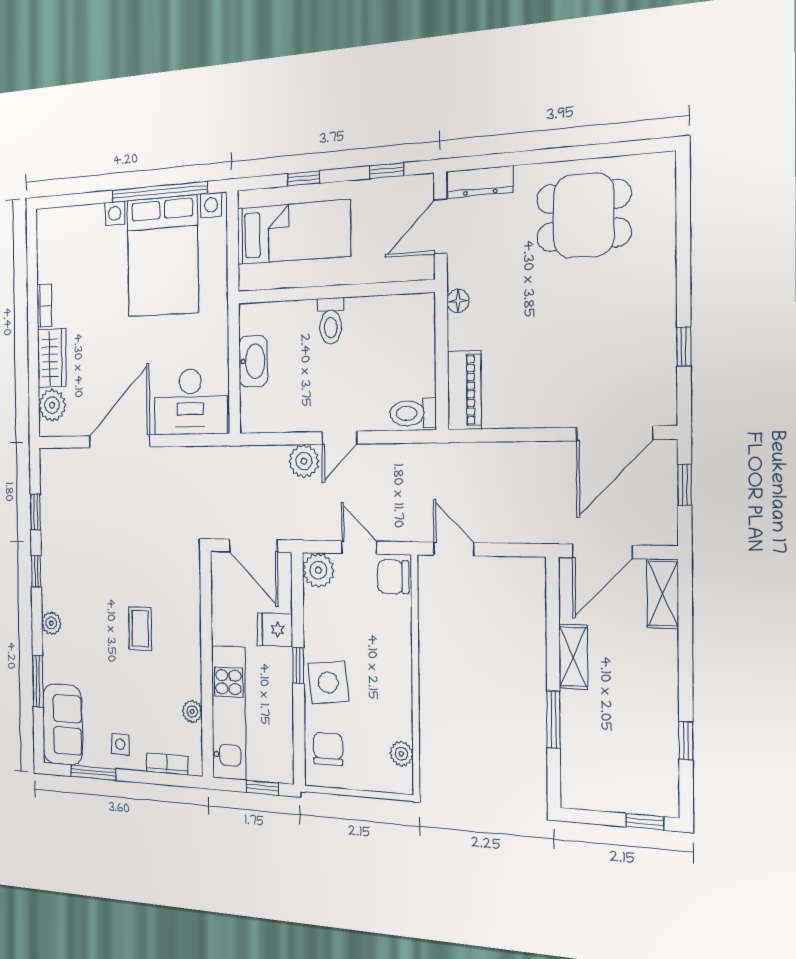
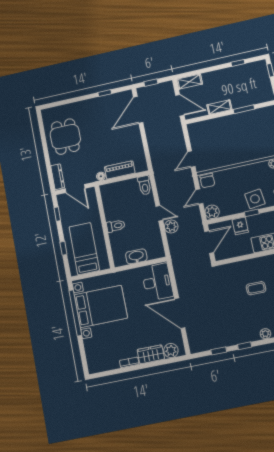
piano: (464, 390) -> (120, 170), moved
door: (614, 433) -> (138, 110), swing flipped

